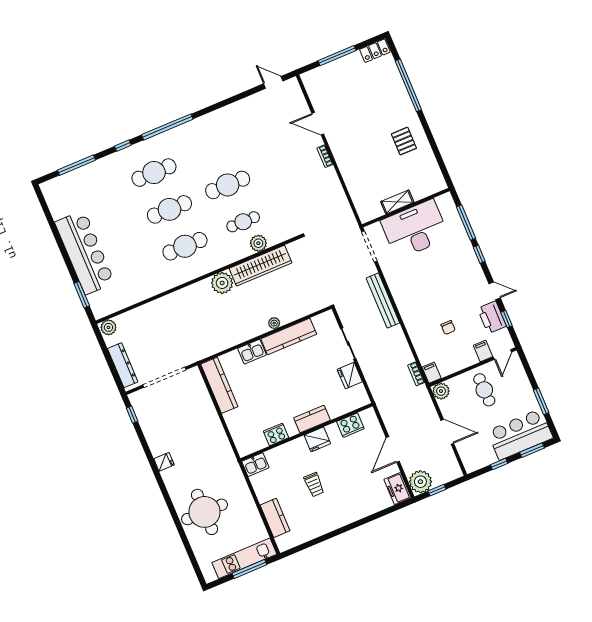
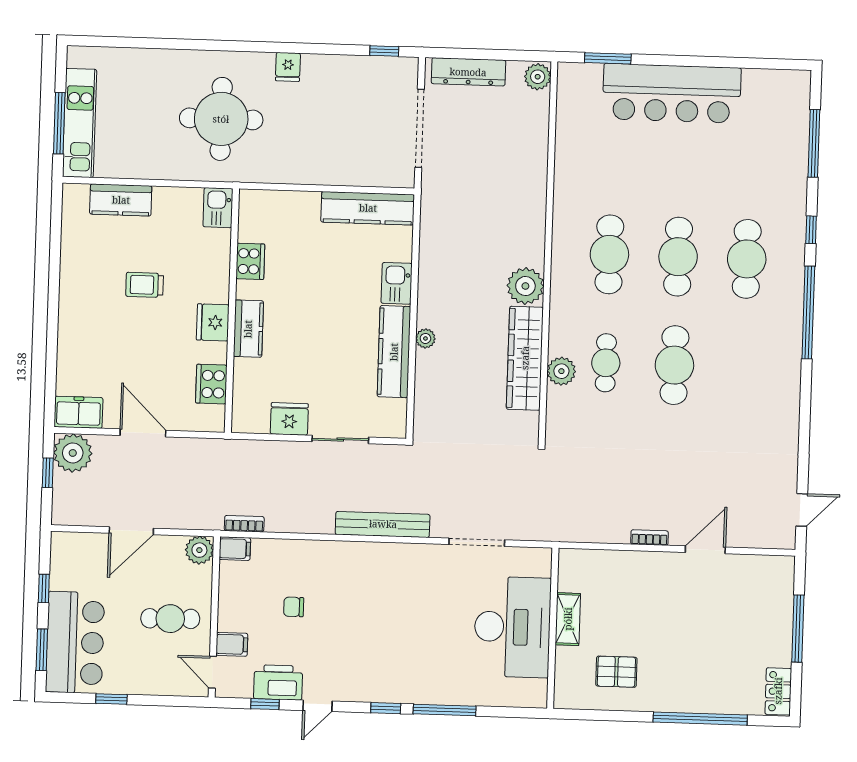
shelving: (397, 202) -> (568, 619), moved
wall: (406, 208) -> (553, 628), moved
desk: (415, 229) -> (512, 627), moved
window: (541, 401) -> (111, 699), width x0.67
round table: (205, 512) -> (221, 119), moved

